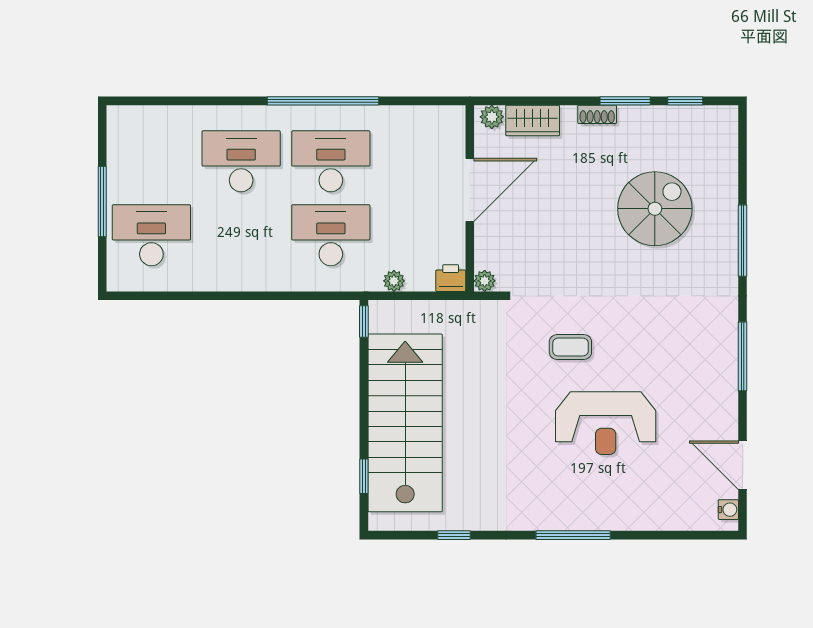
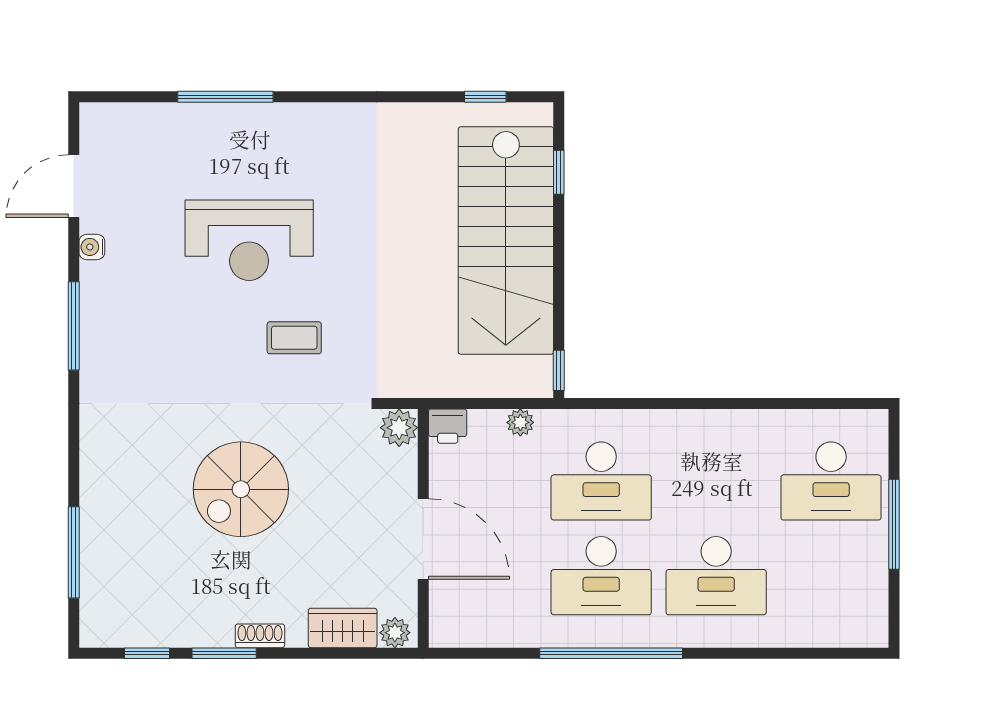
door: (470, 190) -> (423, 539), swing flipped
spiral stairs: (655, 209) -> (241, 489), moved
window: (743, 241) -> (74, 552), moved
plant: (485, 281) -> (399, 428), width x1.38, depth x1.38
reception desk: (606, 423) -> (249, 240), turned 180
door: (743, 465) -> (74, 186), swing flipped
water cooler: (728, 510) -> (92, 247), moved
window: (454, 535) -> (485, 97), moved
window: (573, 535) -> (225, 97), moved

